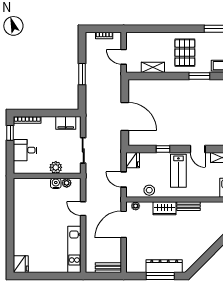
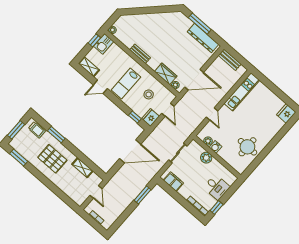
pallet: (185, 53) -> (52, 159), turned 90
window: (82, 74) -> (142, 195), moved
door: (125, 116) -> (130, 151), swing flipped
window: (163, 149) -> (135, 117), moved
door: (198, 149) -> (100, 87), swing flipped
lab bench: (178, 171) -> (126, 83), turned 180
stool: (149, 190) -> (149, 94), moved
round table: (29, 207) -> (247, 147), added
wardrobe: (165, 208) -> (166, 74), moved
dresser: (164, 266) -> (203, 38), moved

